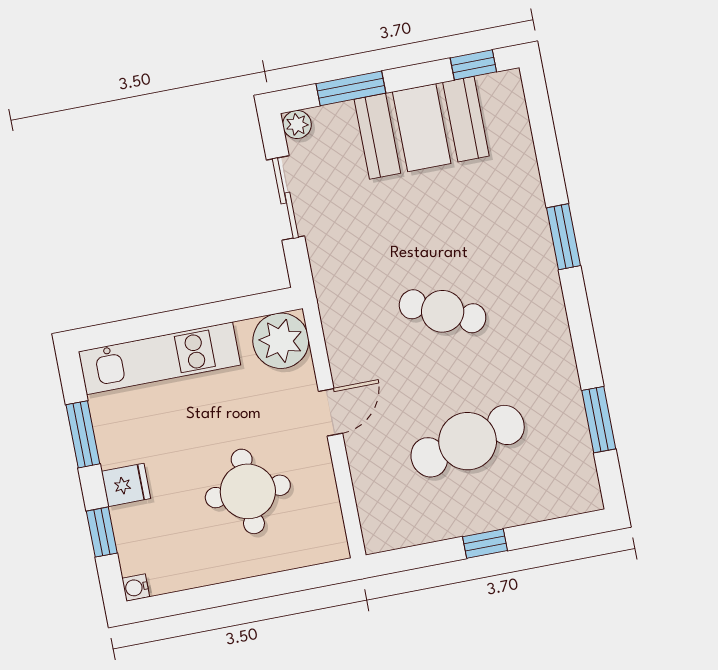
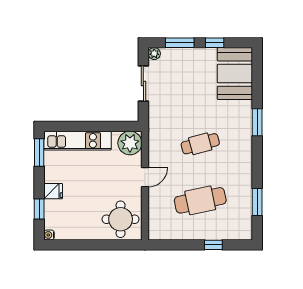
window: (473, 65) -> (215, 43), moved
booth: (422, 128) -> (235, 74), moved, turned 90
cafe table: (443, 311) -> (200, 144), turned -39
window: (83, 434) -> (39, 152), moved
round table: (248, 491) -> (121, 219), moved
window: (485, 544) -> (213, 245), moved

